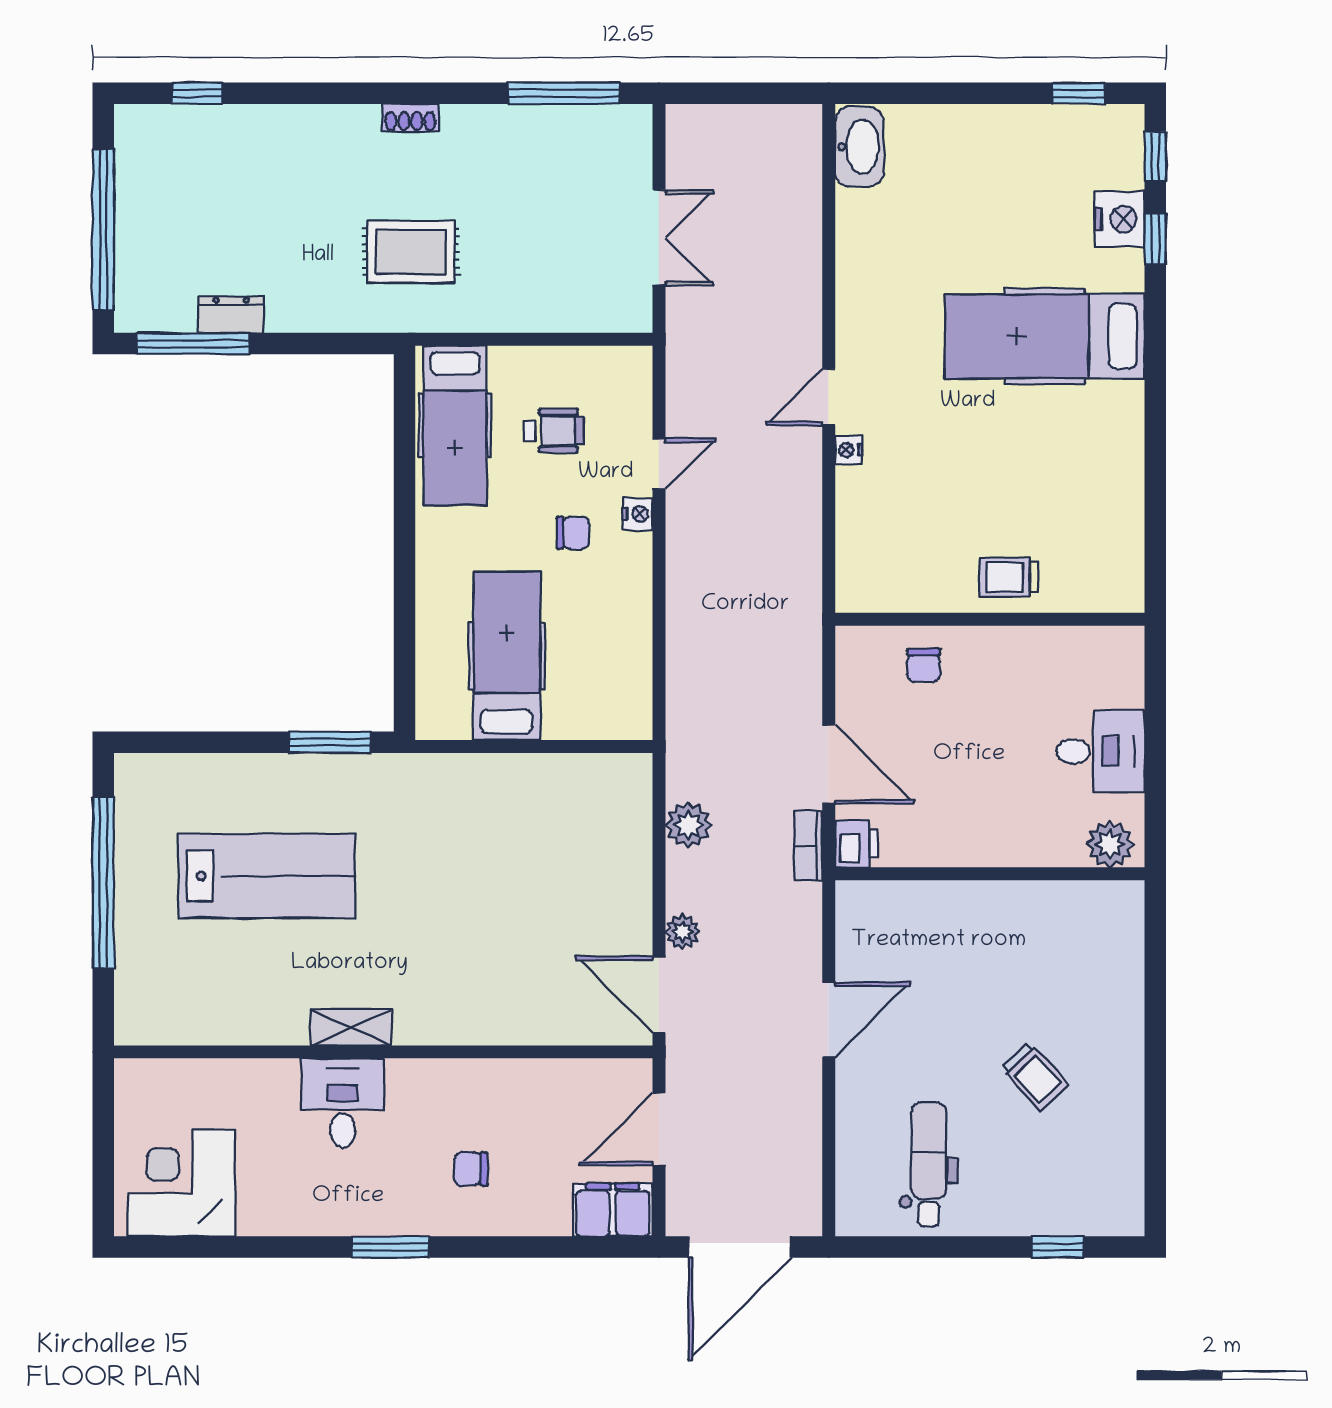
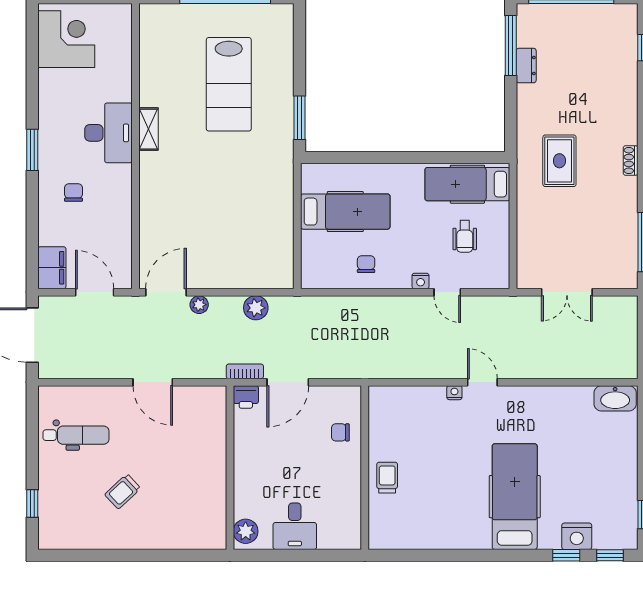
chair: (573, 533) -> (366, 264), moved, turned 180
desk: (343, 1103) -> (109, 133), width x1.37

